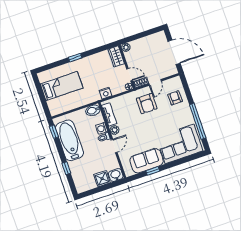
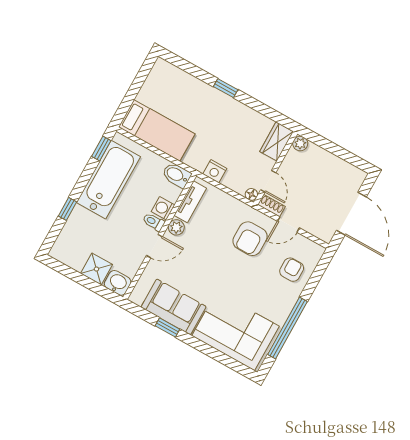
bed: (62, 86) -> (157, 130), moved

